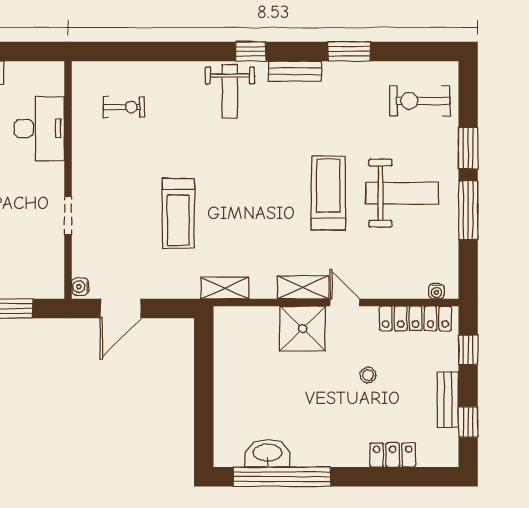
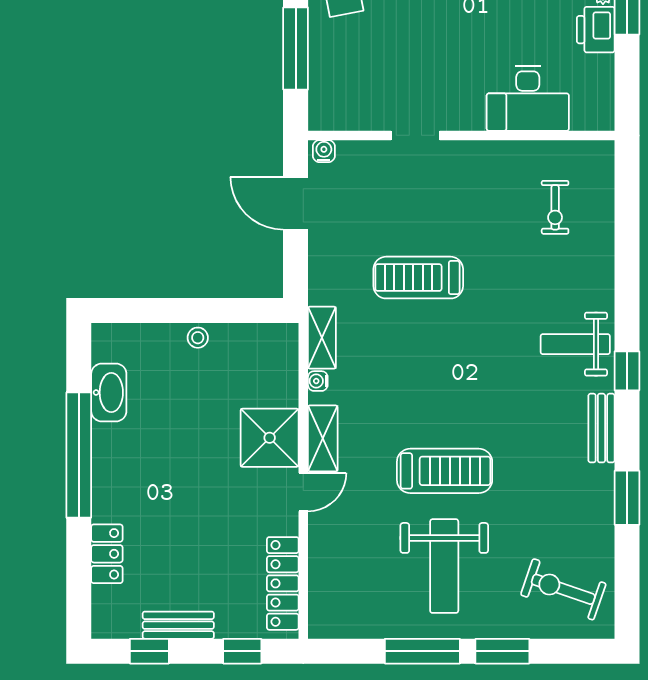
exercise bike: (420, 101) -> (563, 589), turned -71
water cooler: (436, 291) -> (318, 381), moved
stool: (368, 375) -> (198, 338), moved
window: (282, 477) -> (79, 455), moved

